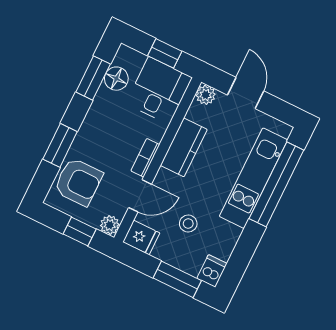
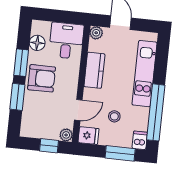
window: (165, 53) -> (62, 16), removed
window: (93, 78) -> (21, 63), moved
bookcase: (145, 158) -> (73, 85), removed
armchair: (78, 182) -> (42, 78), moved
window: (276, 184) -> (156, 112), moved

